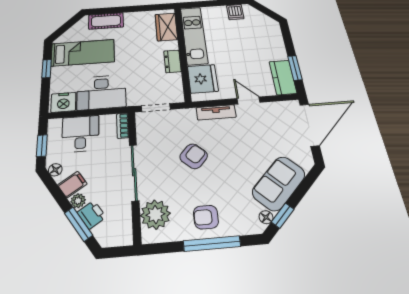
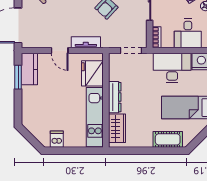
dresser: (172, 61) -> (115, 97), width x1.44

